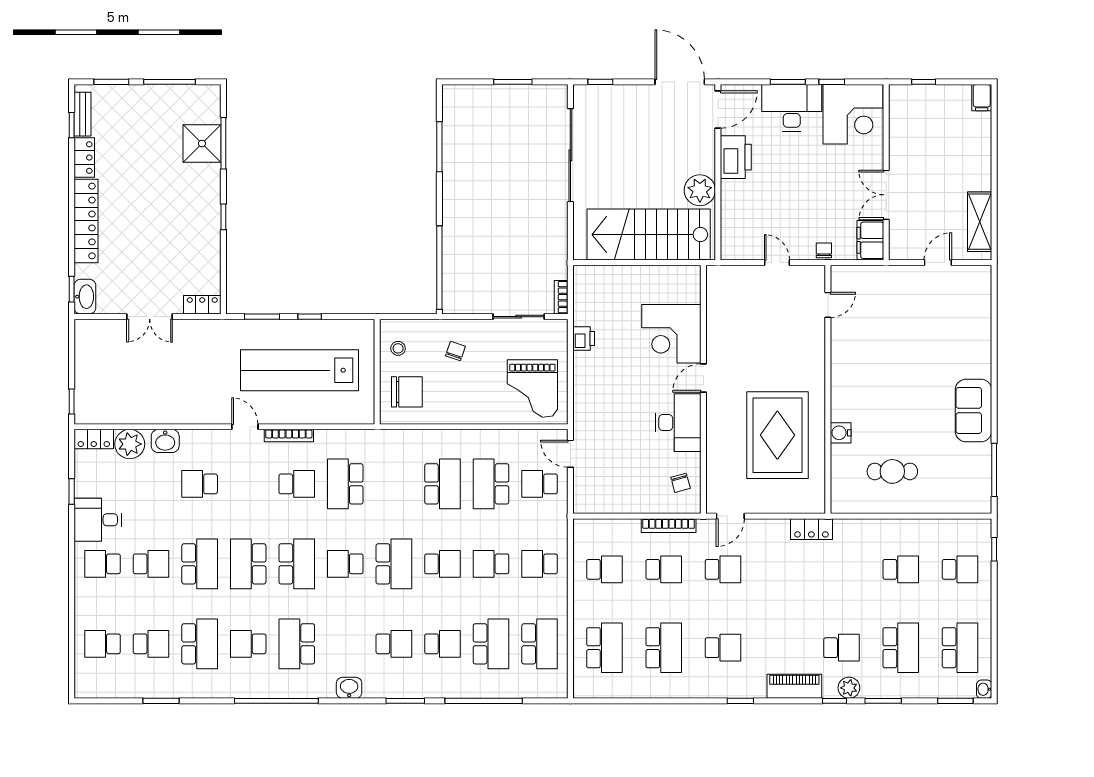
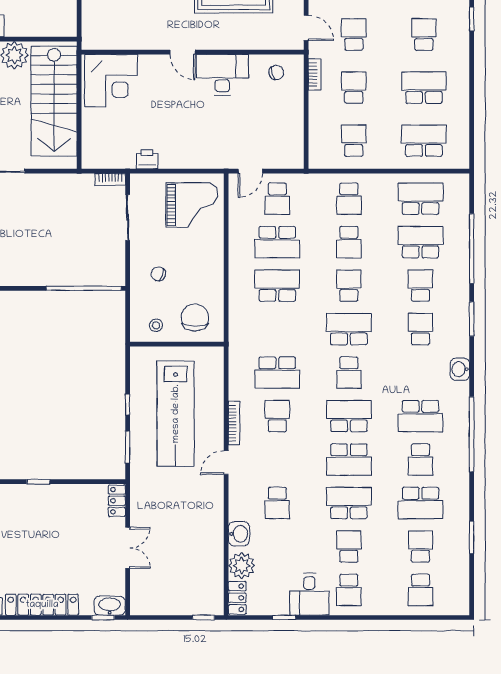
corner desk: (671, 334) -> (111, 81), moved
bookcase: (669, 526) -> (315, 74), width x0.64
school desk: (200, 644) -> (420, 503), turned 180

